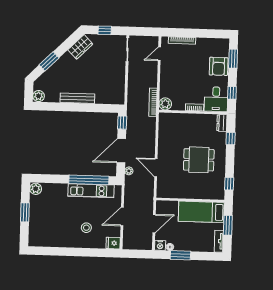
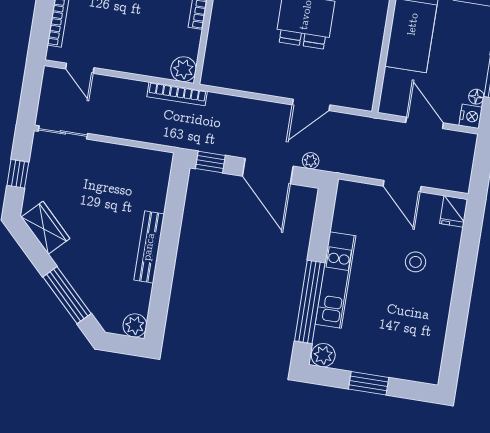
window: (49, 61) -> (67, 295), width x1.44
window: (89, 180) -> (310, 302), moved
kitchen unit: (91, 191) -> (335, 280), moved

